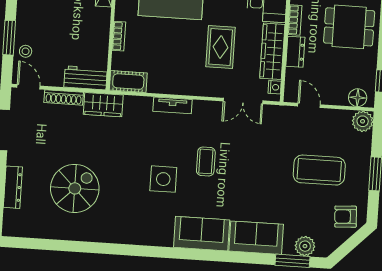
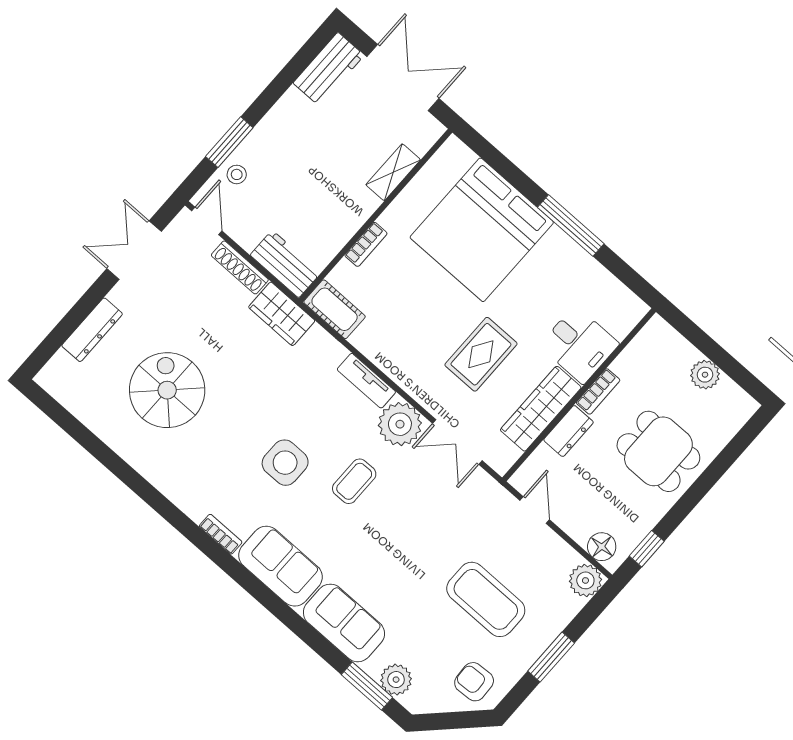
nightstand: (275, 87) -> (509, 455), removed
plant: (207, 114) -> (400, 424), added
spiral stairs: (75, 188) -> (167, 390), turned -90
bookcase: (159, 241) -> (221, 534), added

